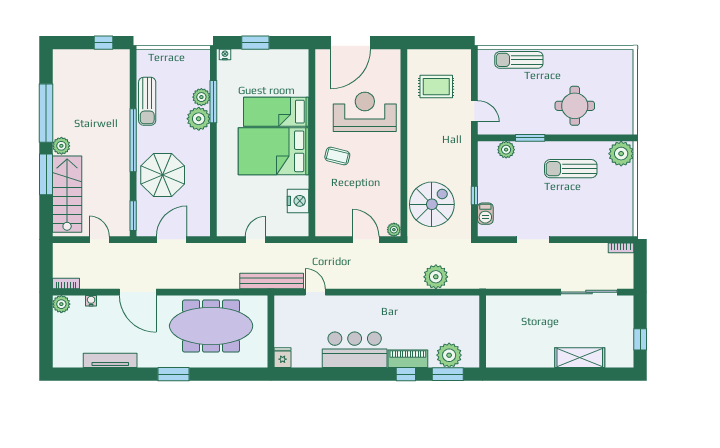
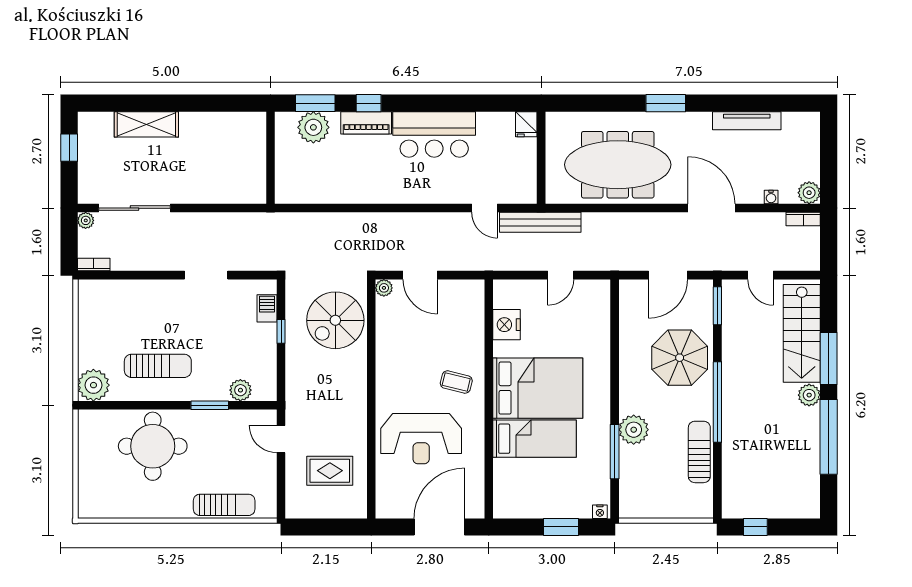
plant: (201, 97) -> (630, 457), removed
round table: (575, 106) -> (153, 446), width x1.36, depth x1.36
plant: (436, 277) -> (86, 220), moved, width x0.53, depth x0.53

